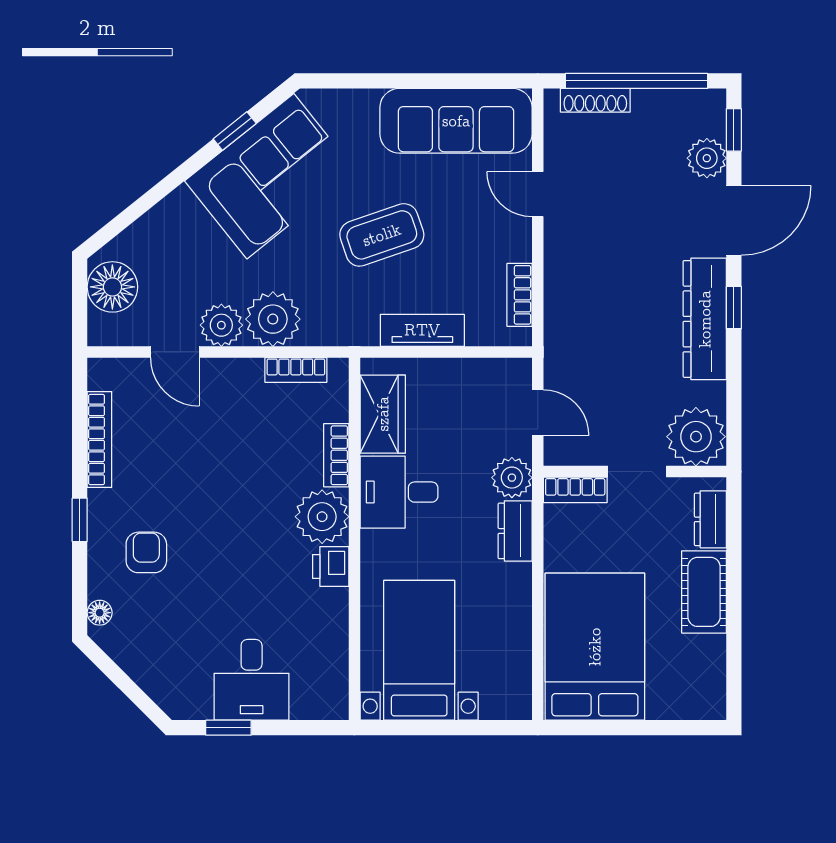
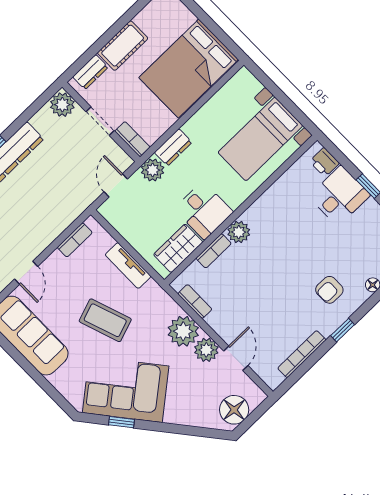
plant: (696, 437) -> (62, 105), width x0.73, depth x0.73
plant: (322, 517) -> (239, 232), width x0.73, depth x0.73
printer: (331, 566) -> (324, 162), moved, turned 90

